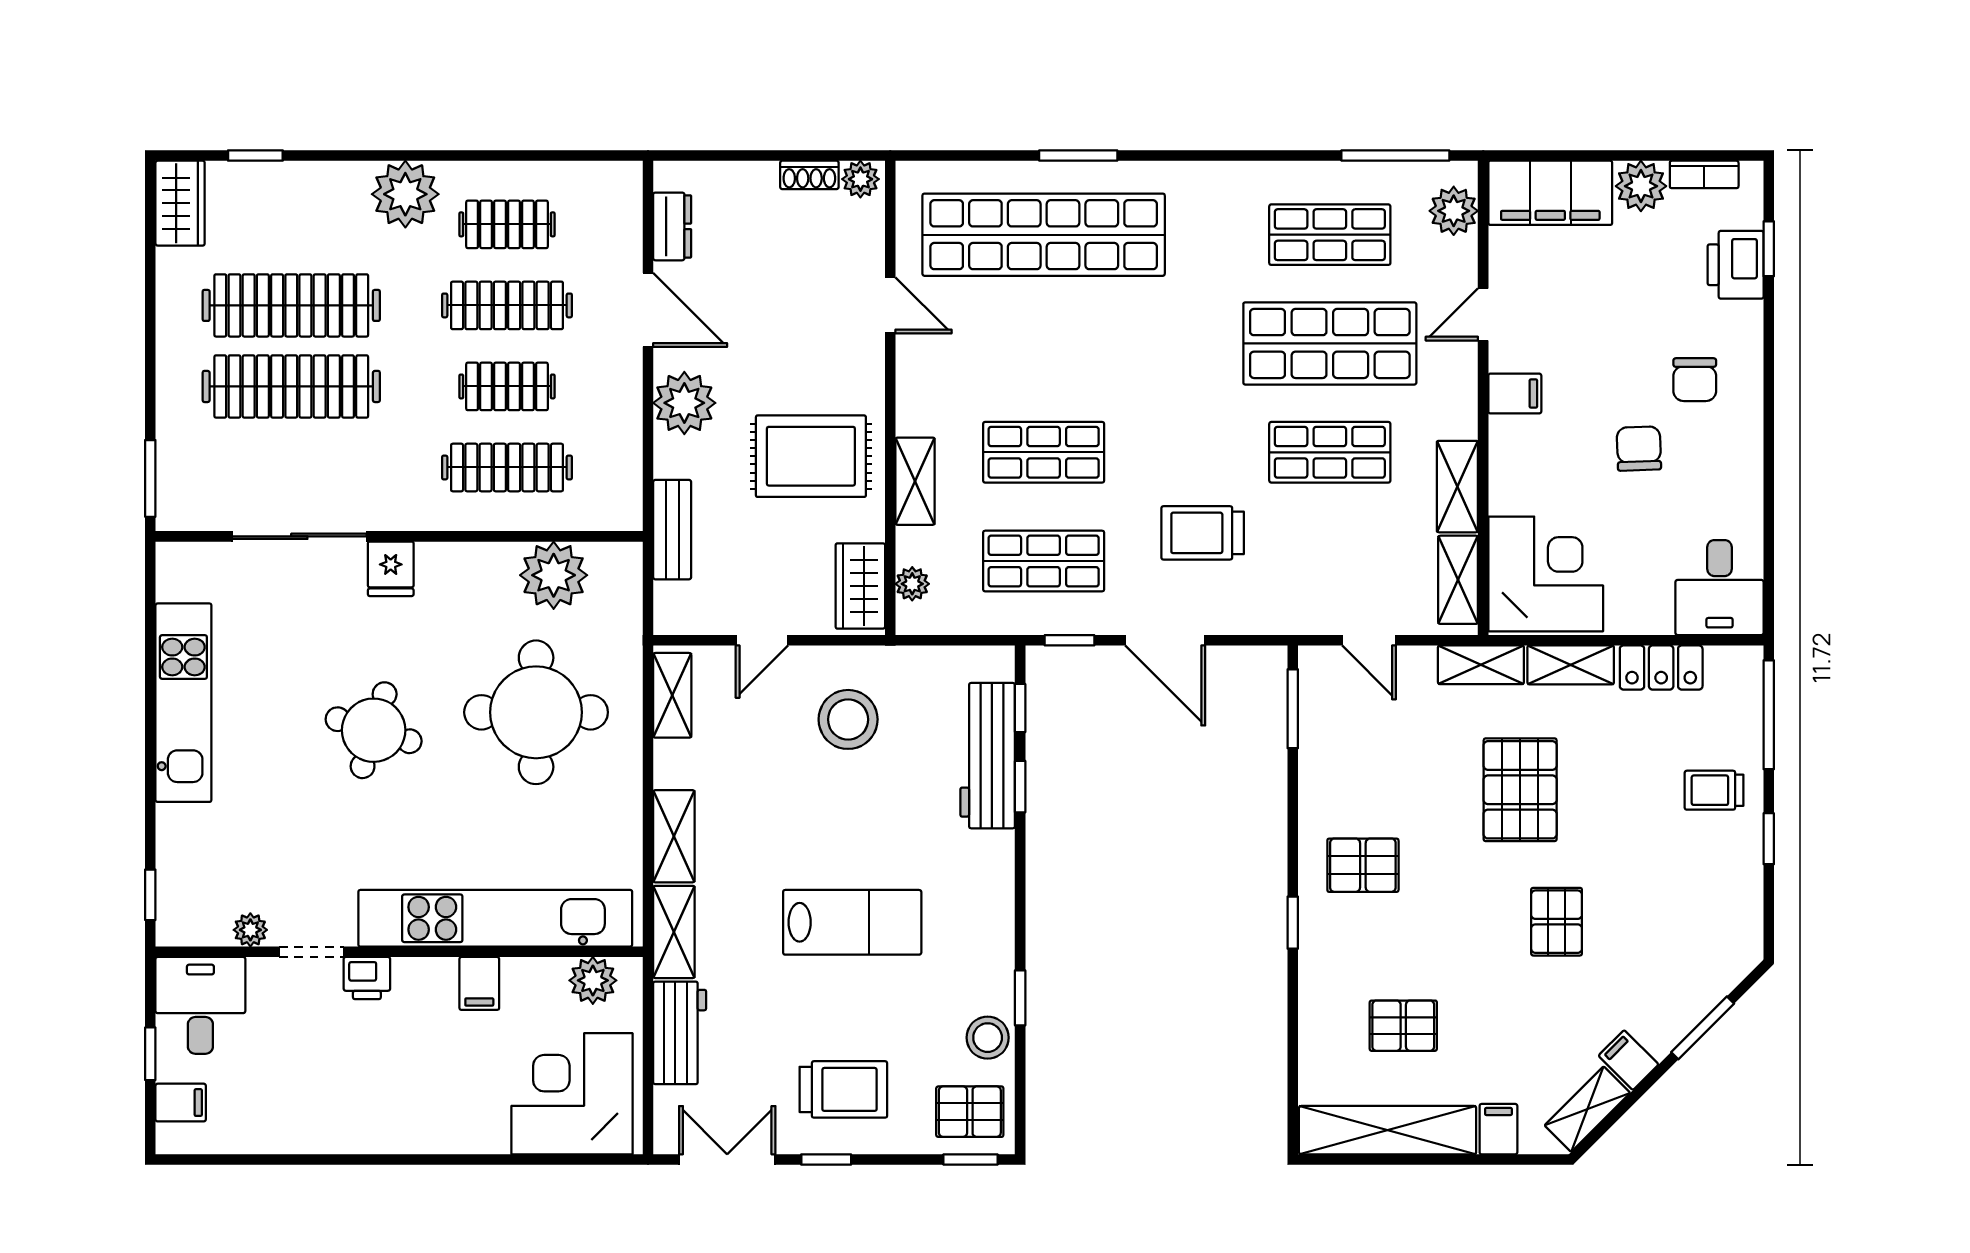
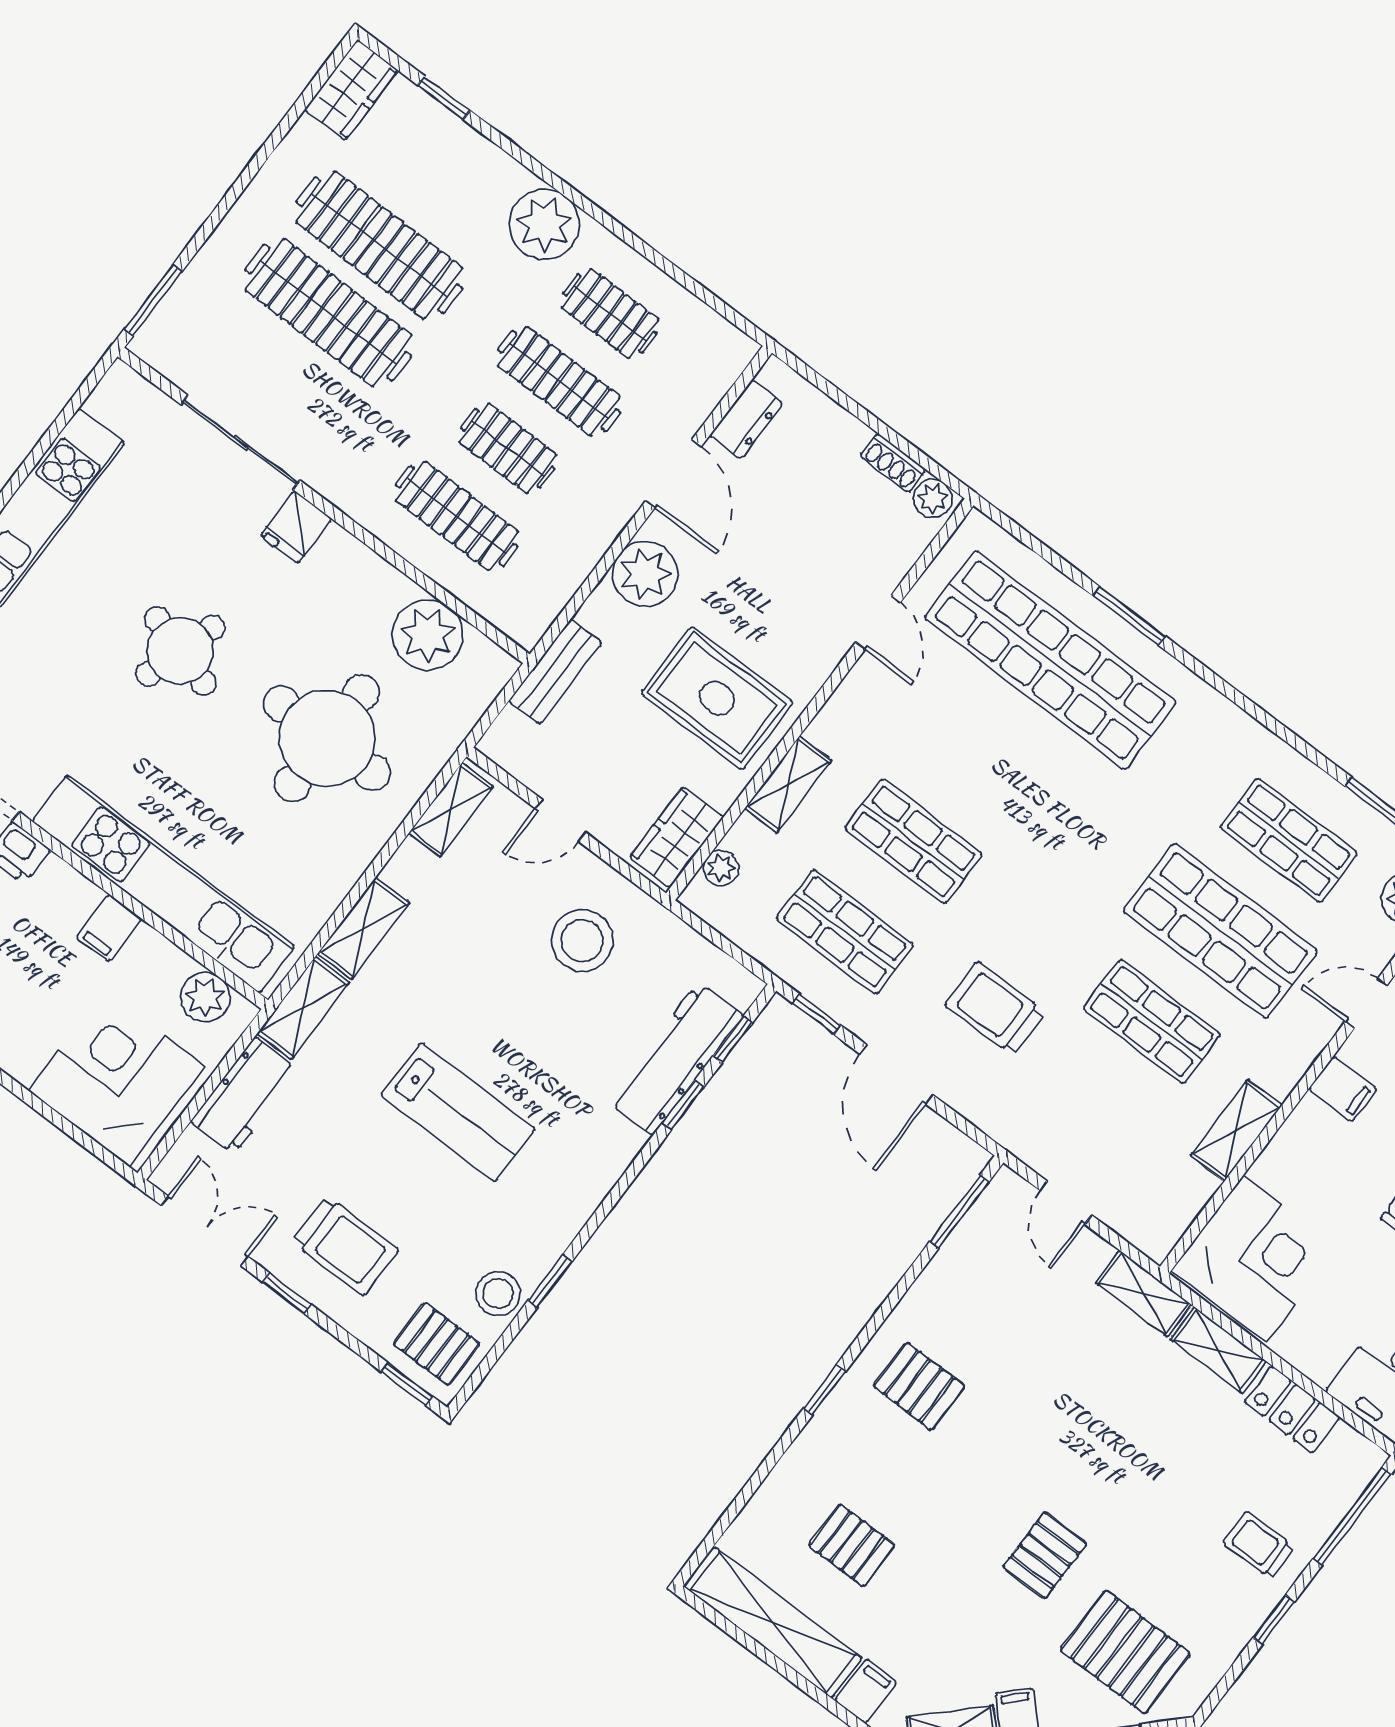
shelving: (1458, 580) -> (1178, 1209), removed
pallet: (1520, 790) -> (1125, 1652), moved, turned 90

